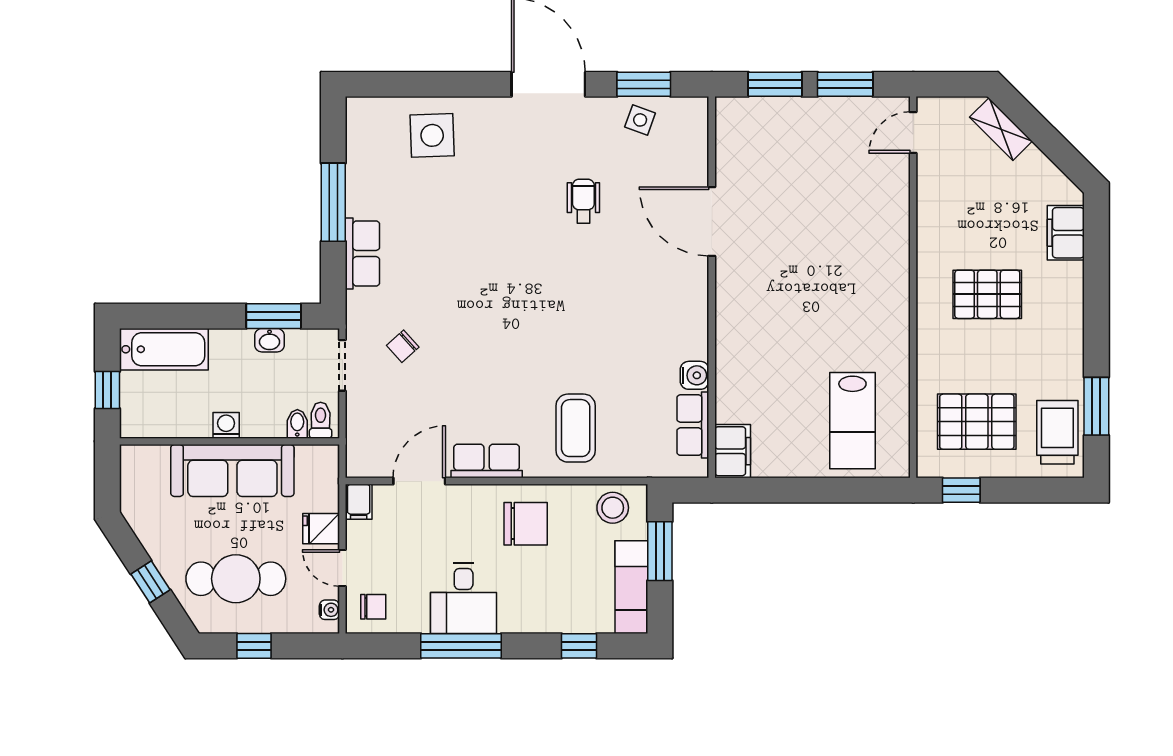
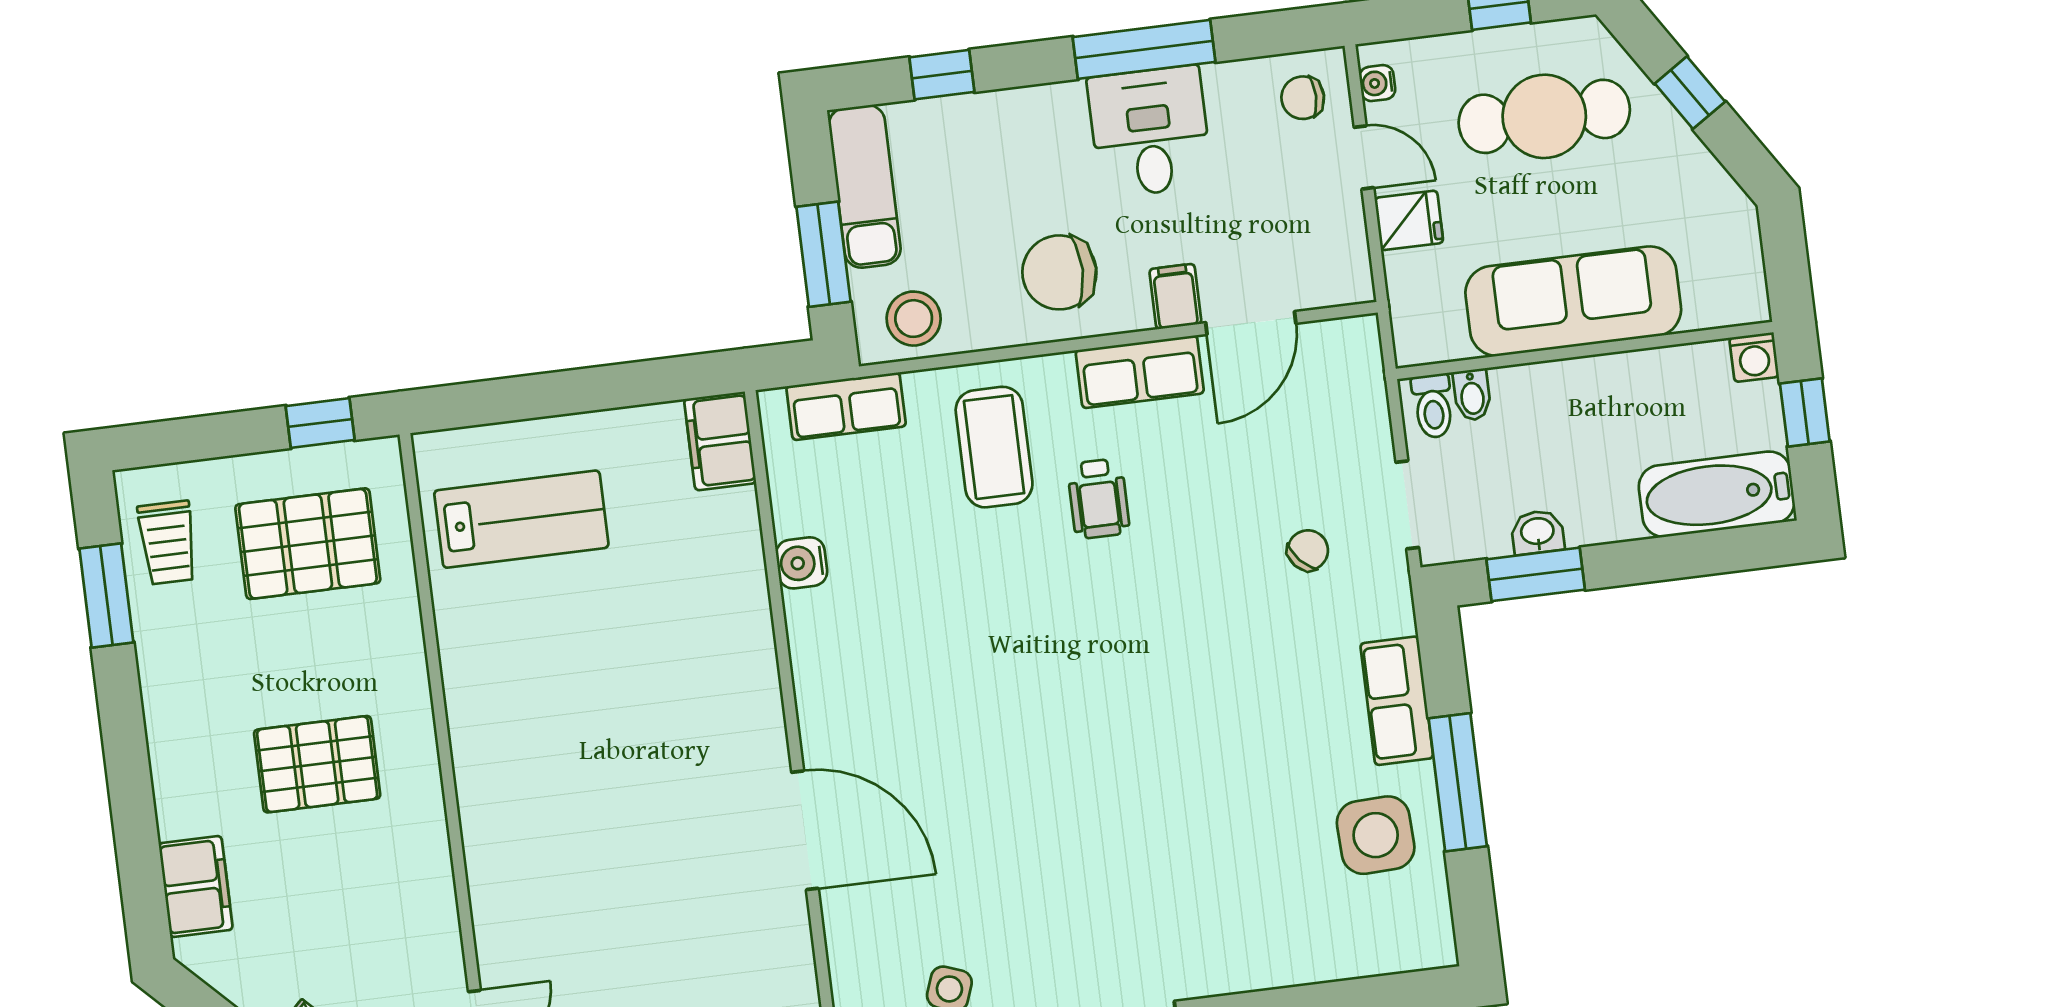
side table: (432, 135) -> (1376, 835), moved
wheelchair: (583, 201) -> (1098, 499), moved
lab bench: (852, 421) -> (521, 519), turned 90
washing machine: (226, 425) -> (1754, 357), moved
row of seats: (693, 425) -> (846, 406), moved, turned 90
trolley: (1057, 432) -> (168, 543), width x0.73, depth x0.72
filing cabinet: (359, 502) -> (1175, 296), moved

